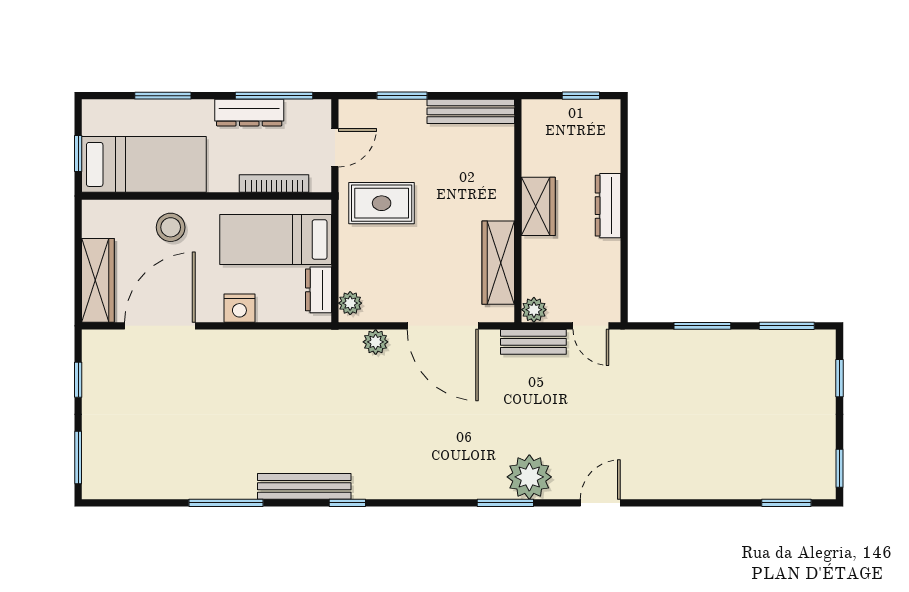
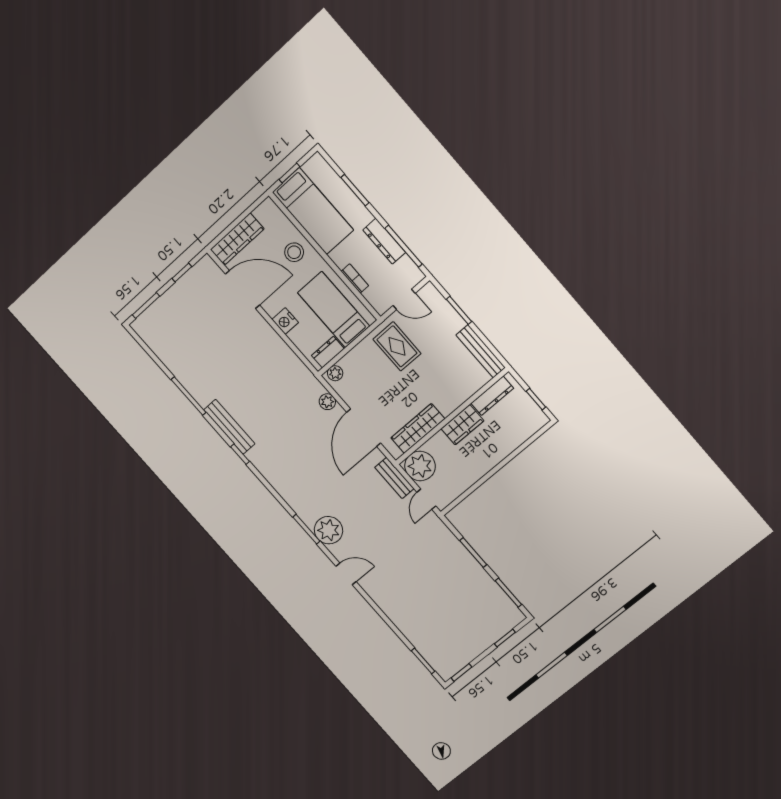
bookcase: (274, 184) -> (355, 278), width x0.64
dresser: (608, 206) -> (492, 396), moved, turned 180
plant: (534, 310) -> (420, 466), width x1.87, depth x1.87

